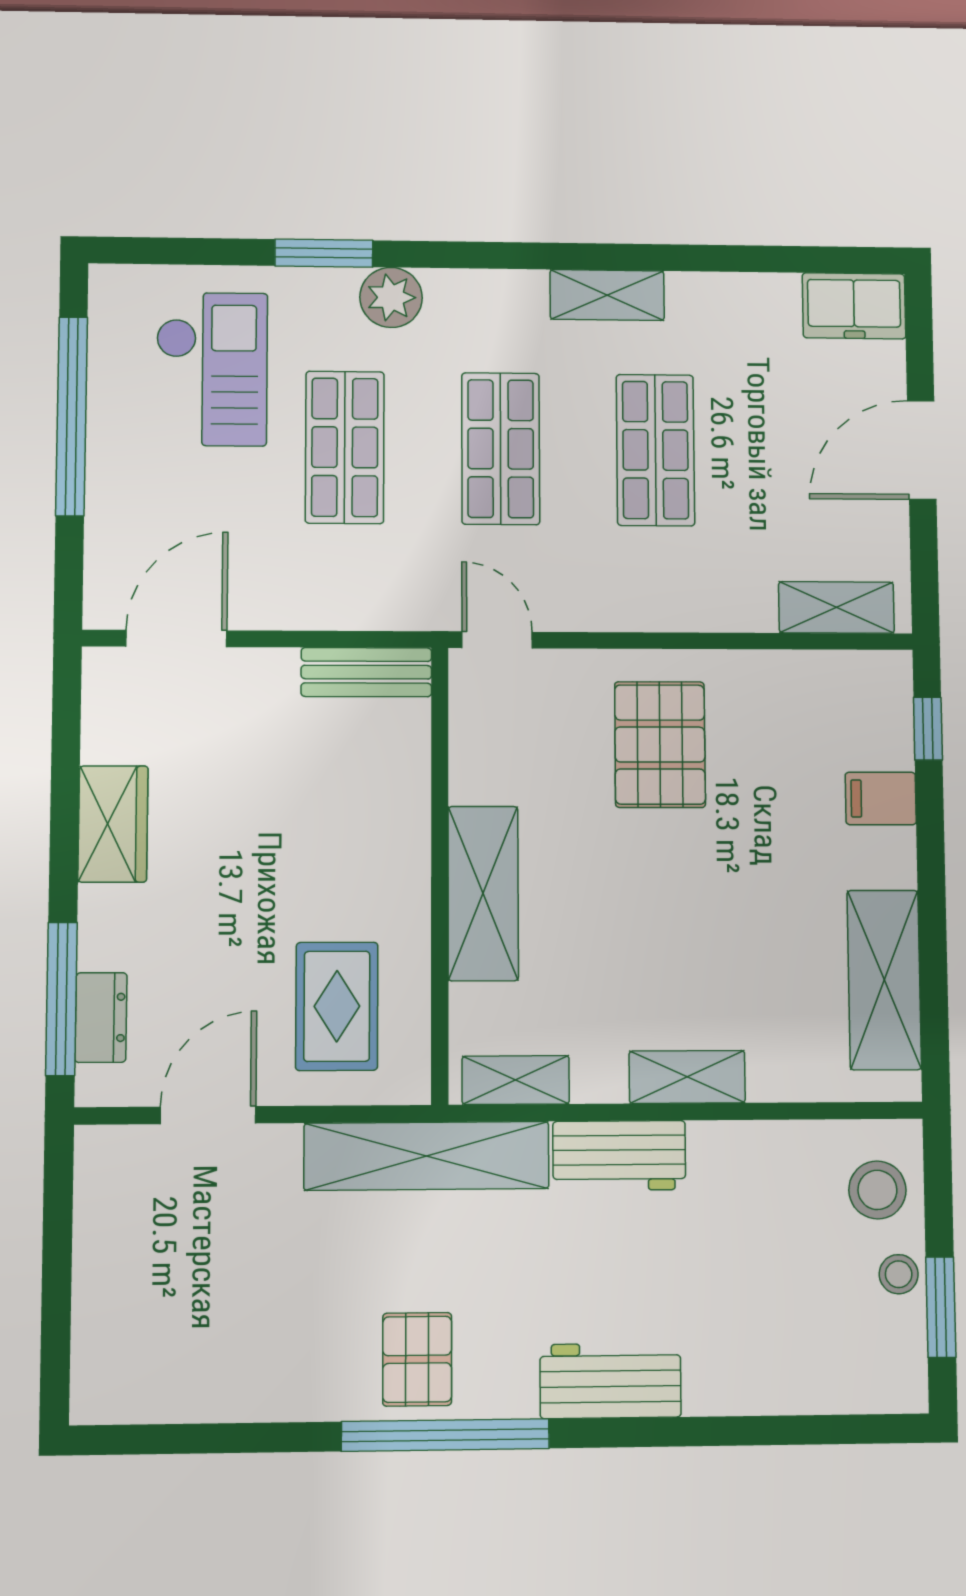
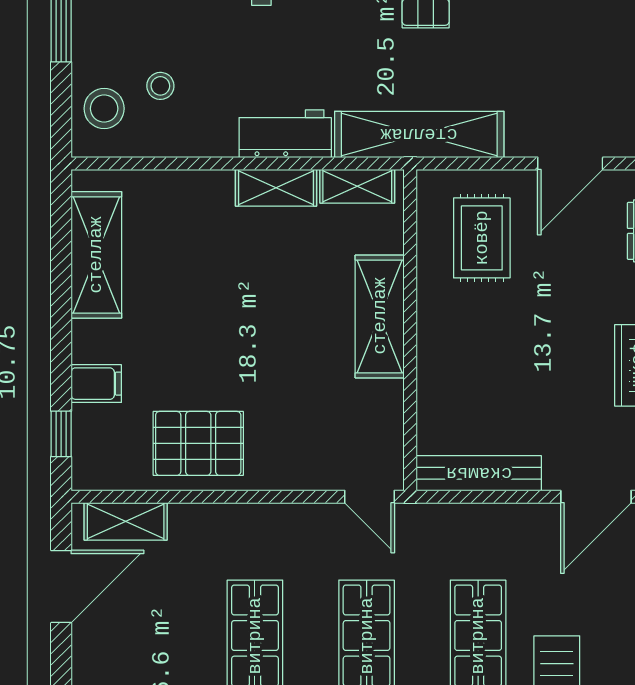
door: (922, 450) -> (61, 587), moved
bench: (366, 672) -> (479, 473), width x1.36
pallet: (660, 745) -> (198, 443), moved, turned 90
shelving: (687, 1077) -> (276, 188), moved
stool: (899, 1274) -> (160, 86), moved

